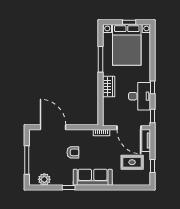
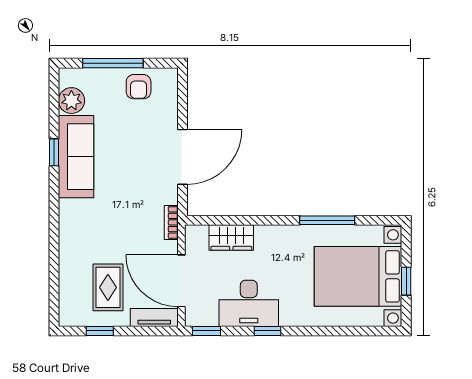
wardrobe: (109, 86) -> (231, 238), moved
door: (53, 127) -> (182, 157), moved
door: (129, 128) -> (181, 281), hinge flipped
armchair: (73, 152) -> (139, 87), moved
sofa: (93, 177) -> (76, 157), moved

